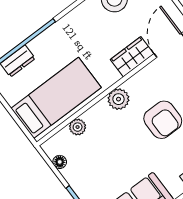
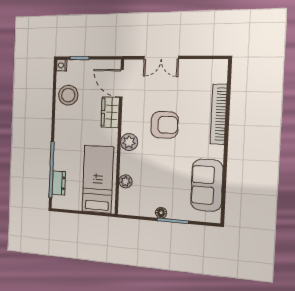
floor lamp: (60, 162) -> (161, 213), moved

